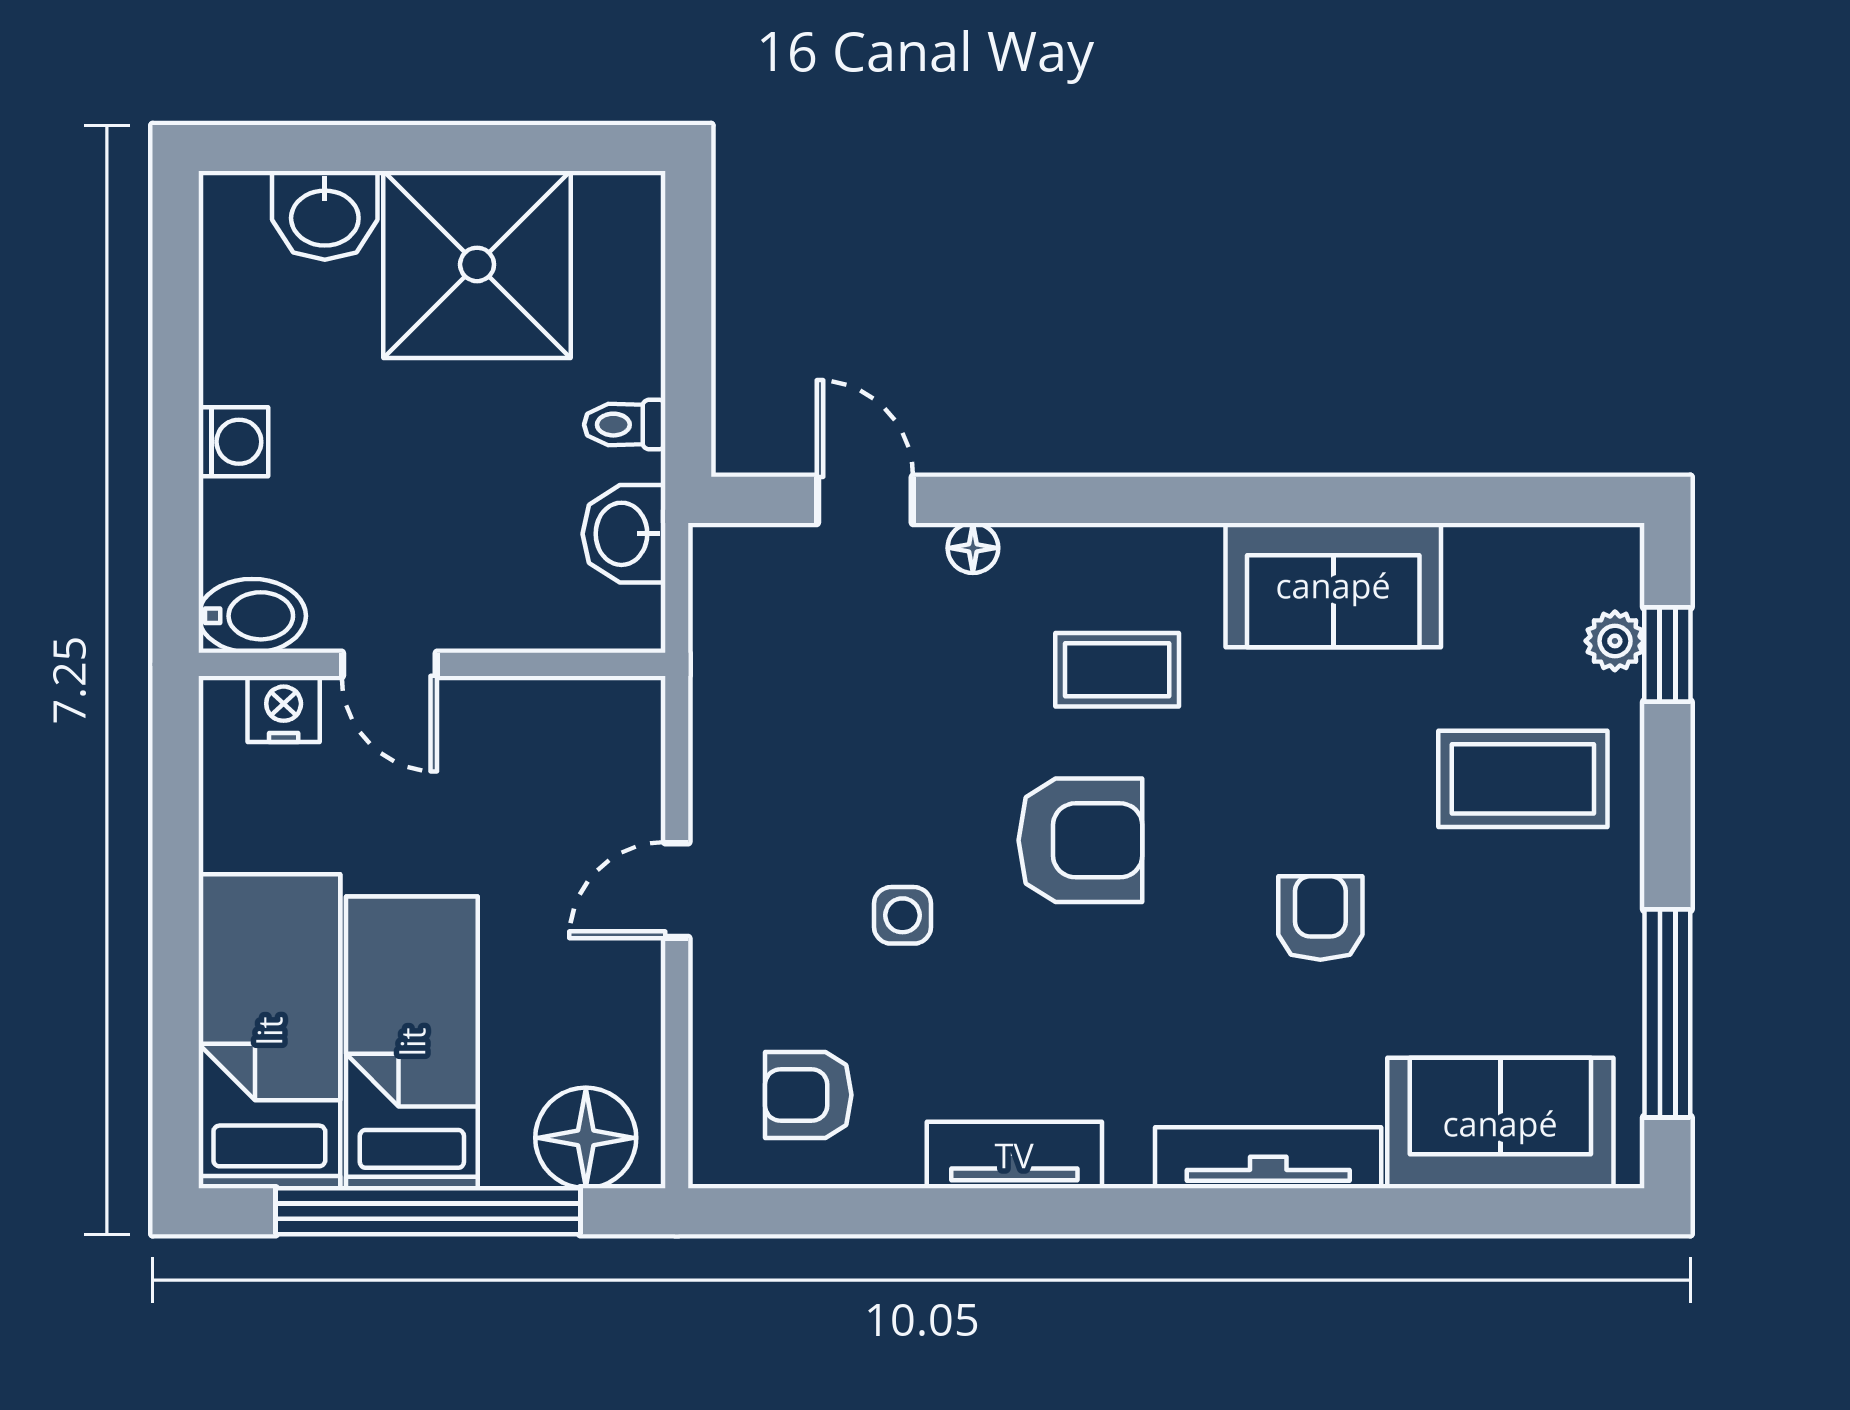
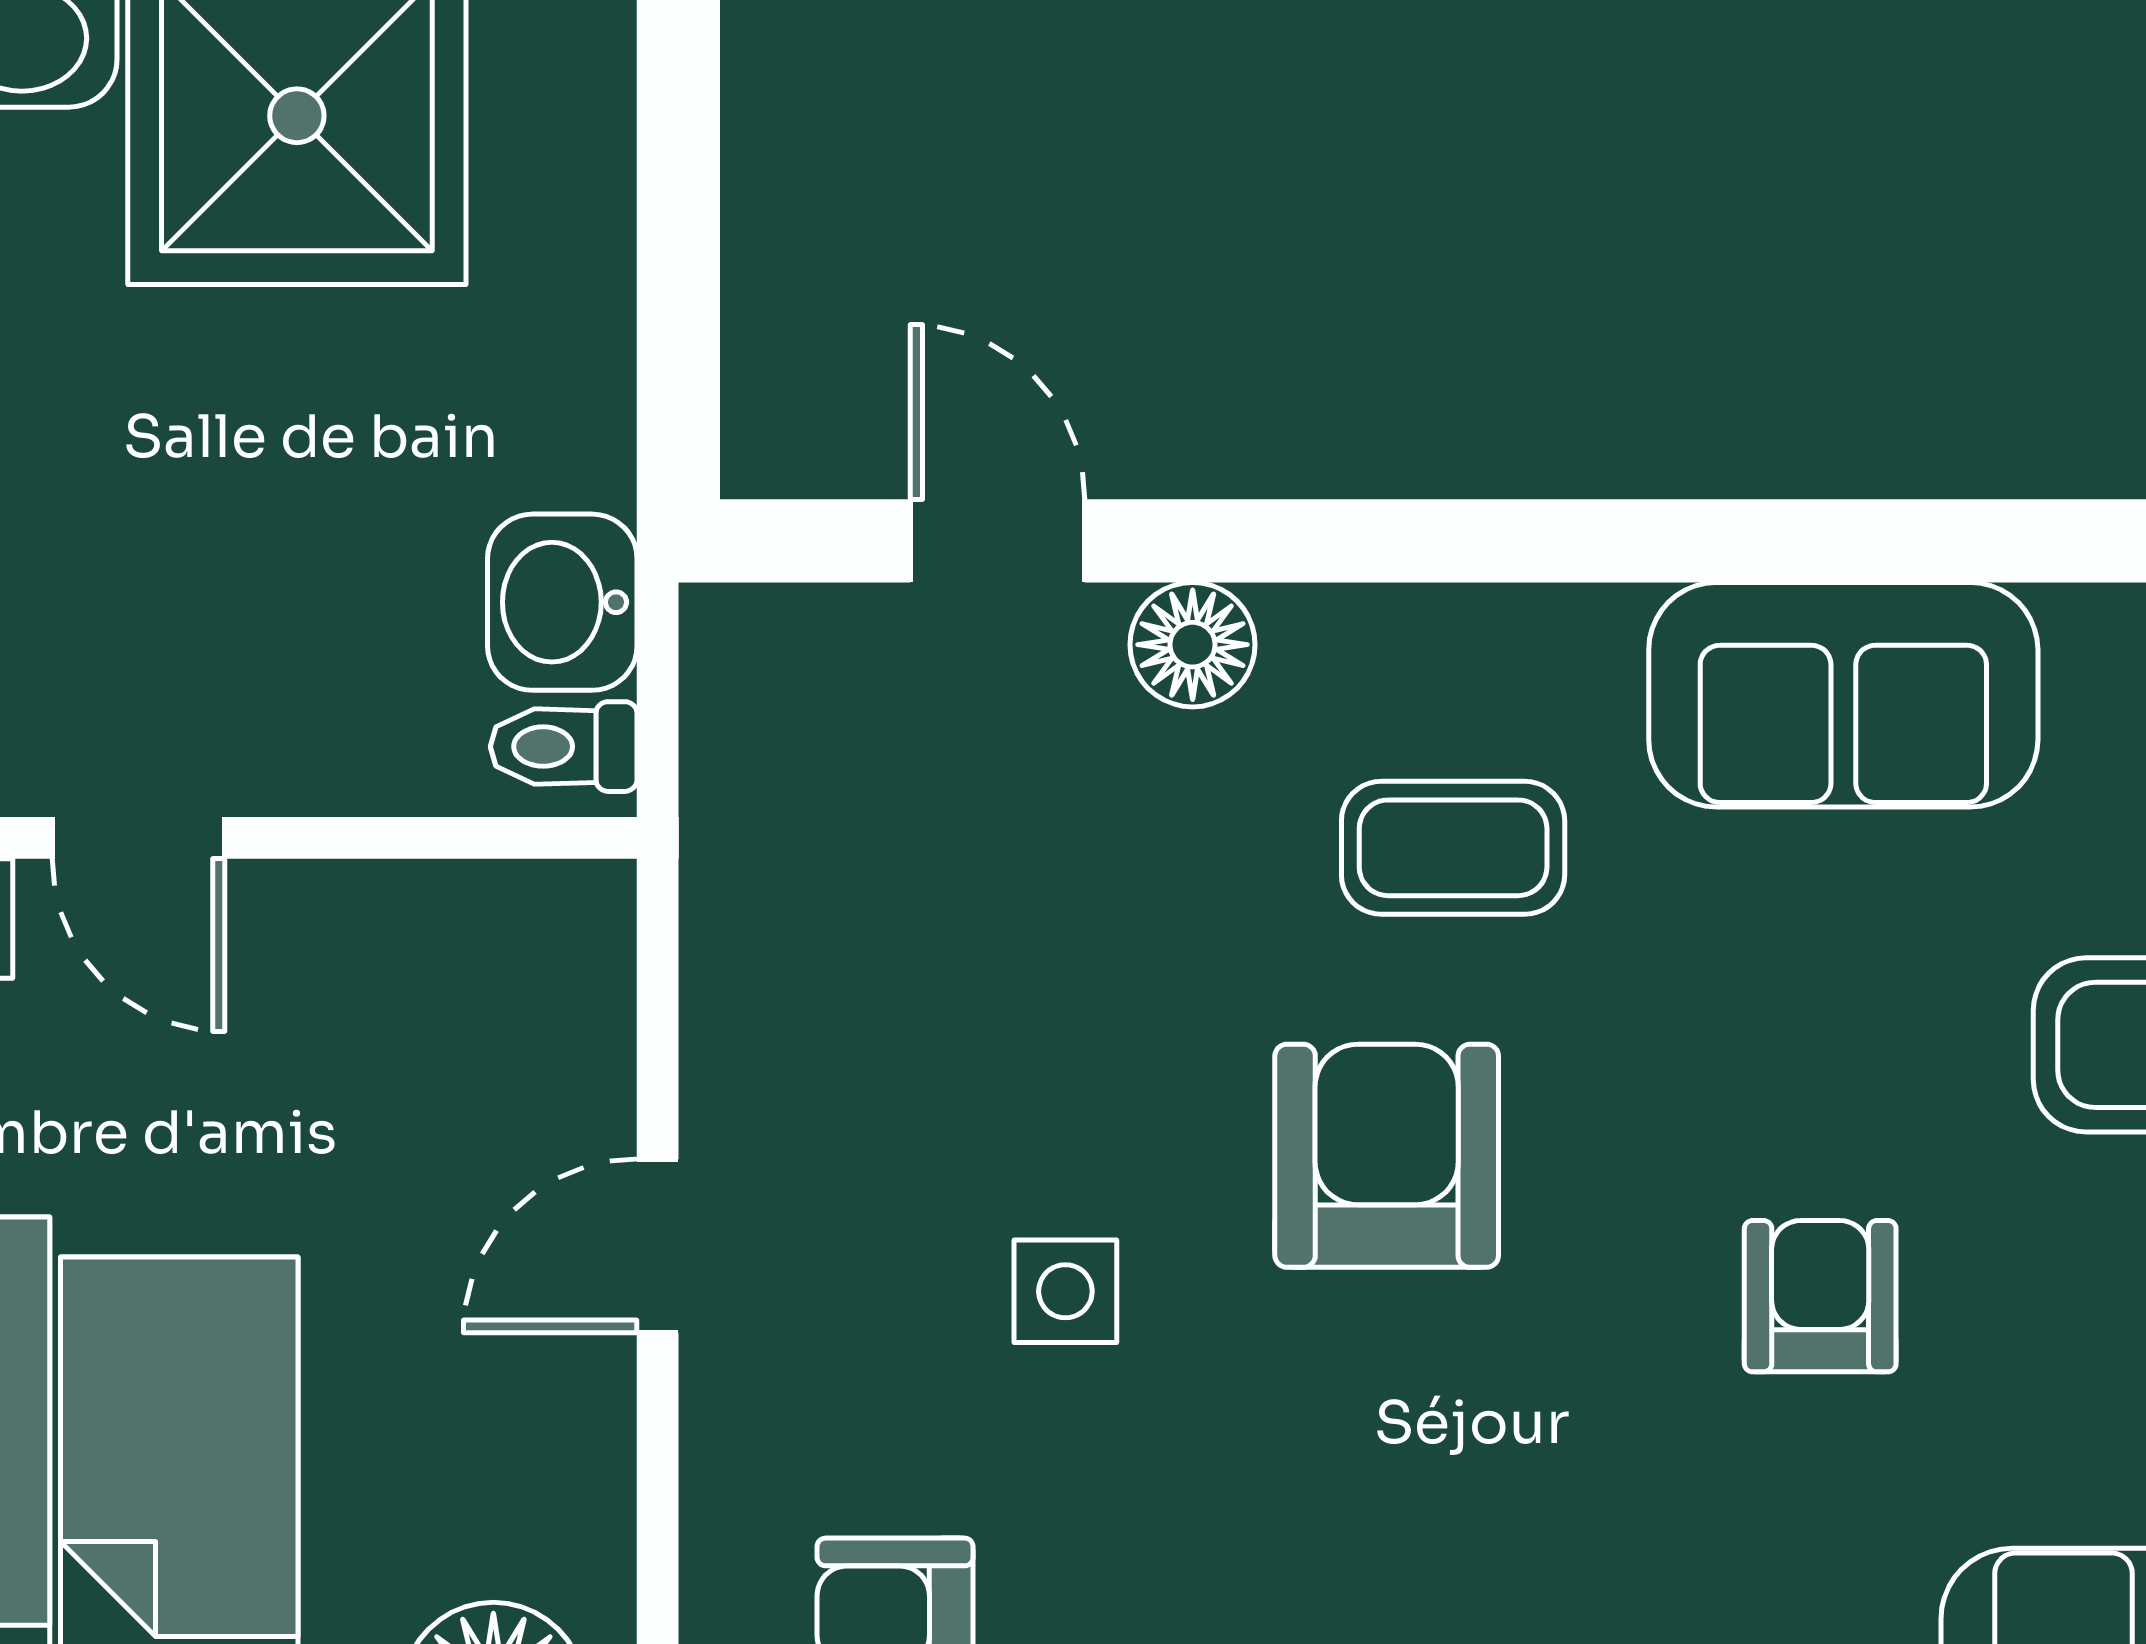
toilet: (625, 425) -> (564, 747), moved
floor lamp: (973, 548) -> (1193, 645), width x1.37, depth x1.37
armchair: (1080, 840) -> (1387, 1156), turned -90

